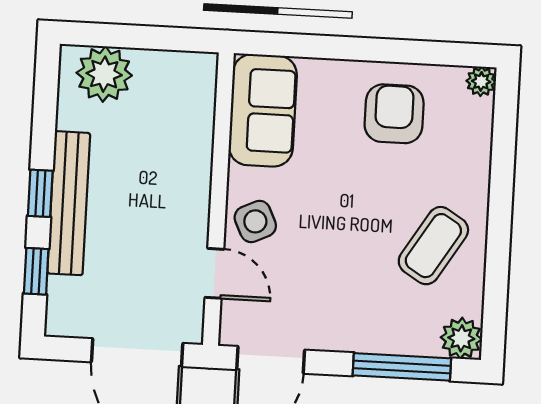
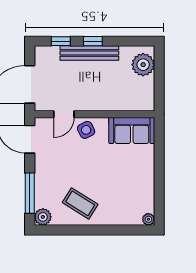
armchair: (394, 114) -> (133, 184), removed

